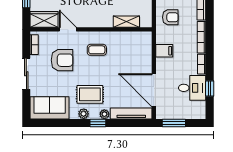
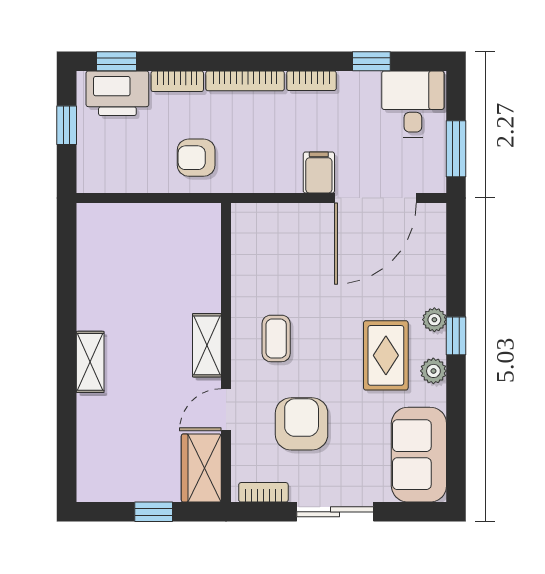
armchair: (170, 17) -> (196, 158), turned -90
shelving: (126, 22) -> (207, 345), moved
filing cabinet: (164, 51) -> (319, 173), moved
desk: (192, 88) -> (413, 104), moved
tv unit: (131, 113) -> (433, 254), removed

